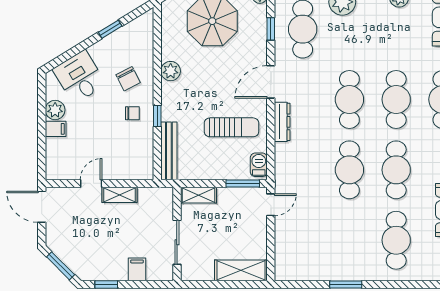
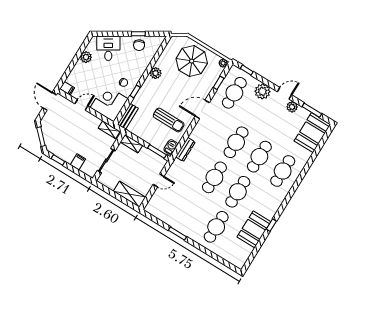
chair: (128, 79) -> (139, 45), moved
dresser: (282, 122) -> (185, 149), moved
filing cabinet: (56, 129) -> (67, 88), moved
bench: (169, 151) -> (128, 116), width x0.73
corner desk: (130, 156) -> (109, 103), added
shelving: (120, 195) -> (109, 130), moved
door: (271, 205) -> (159, 180), moved

